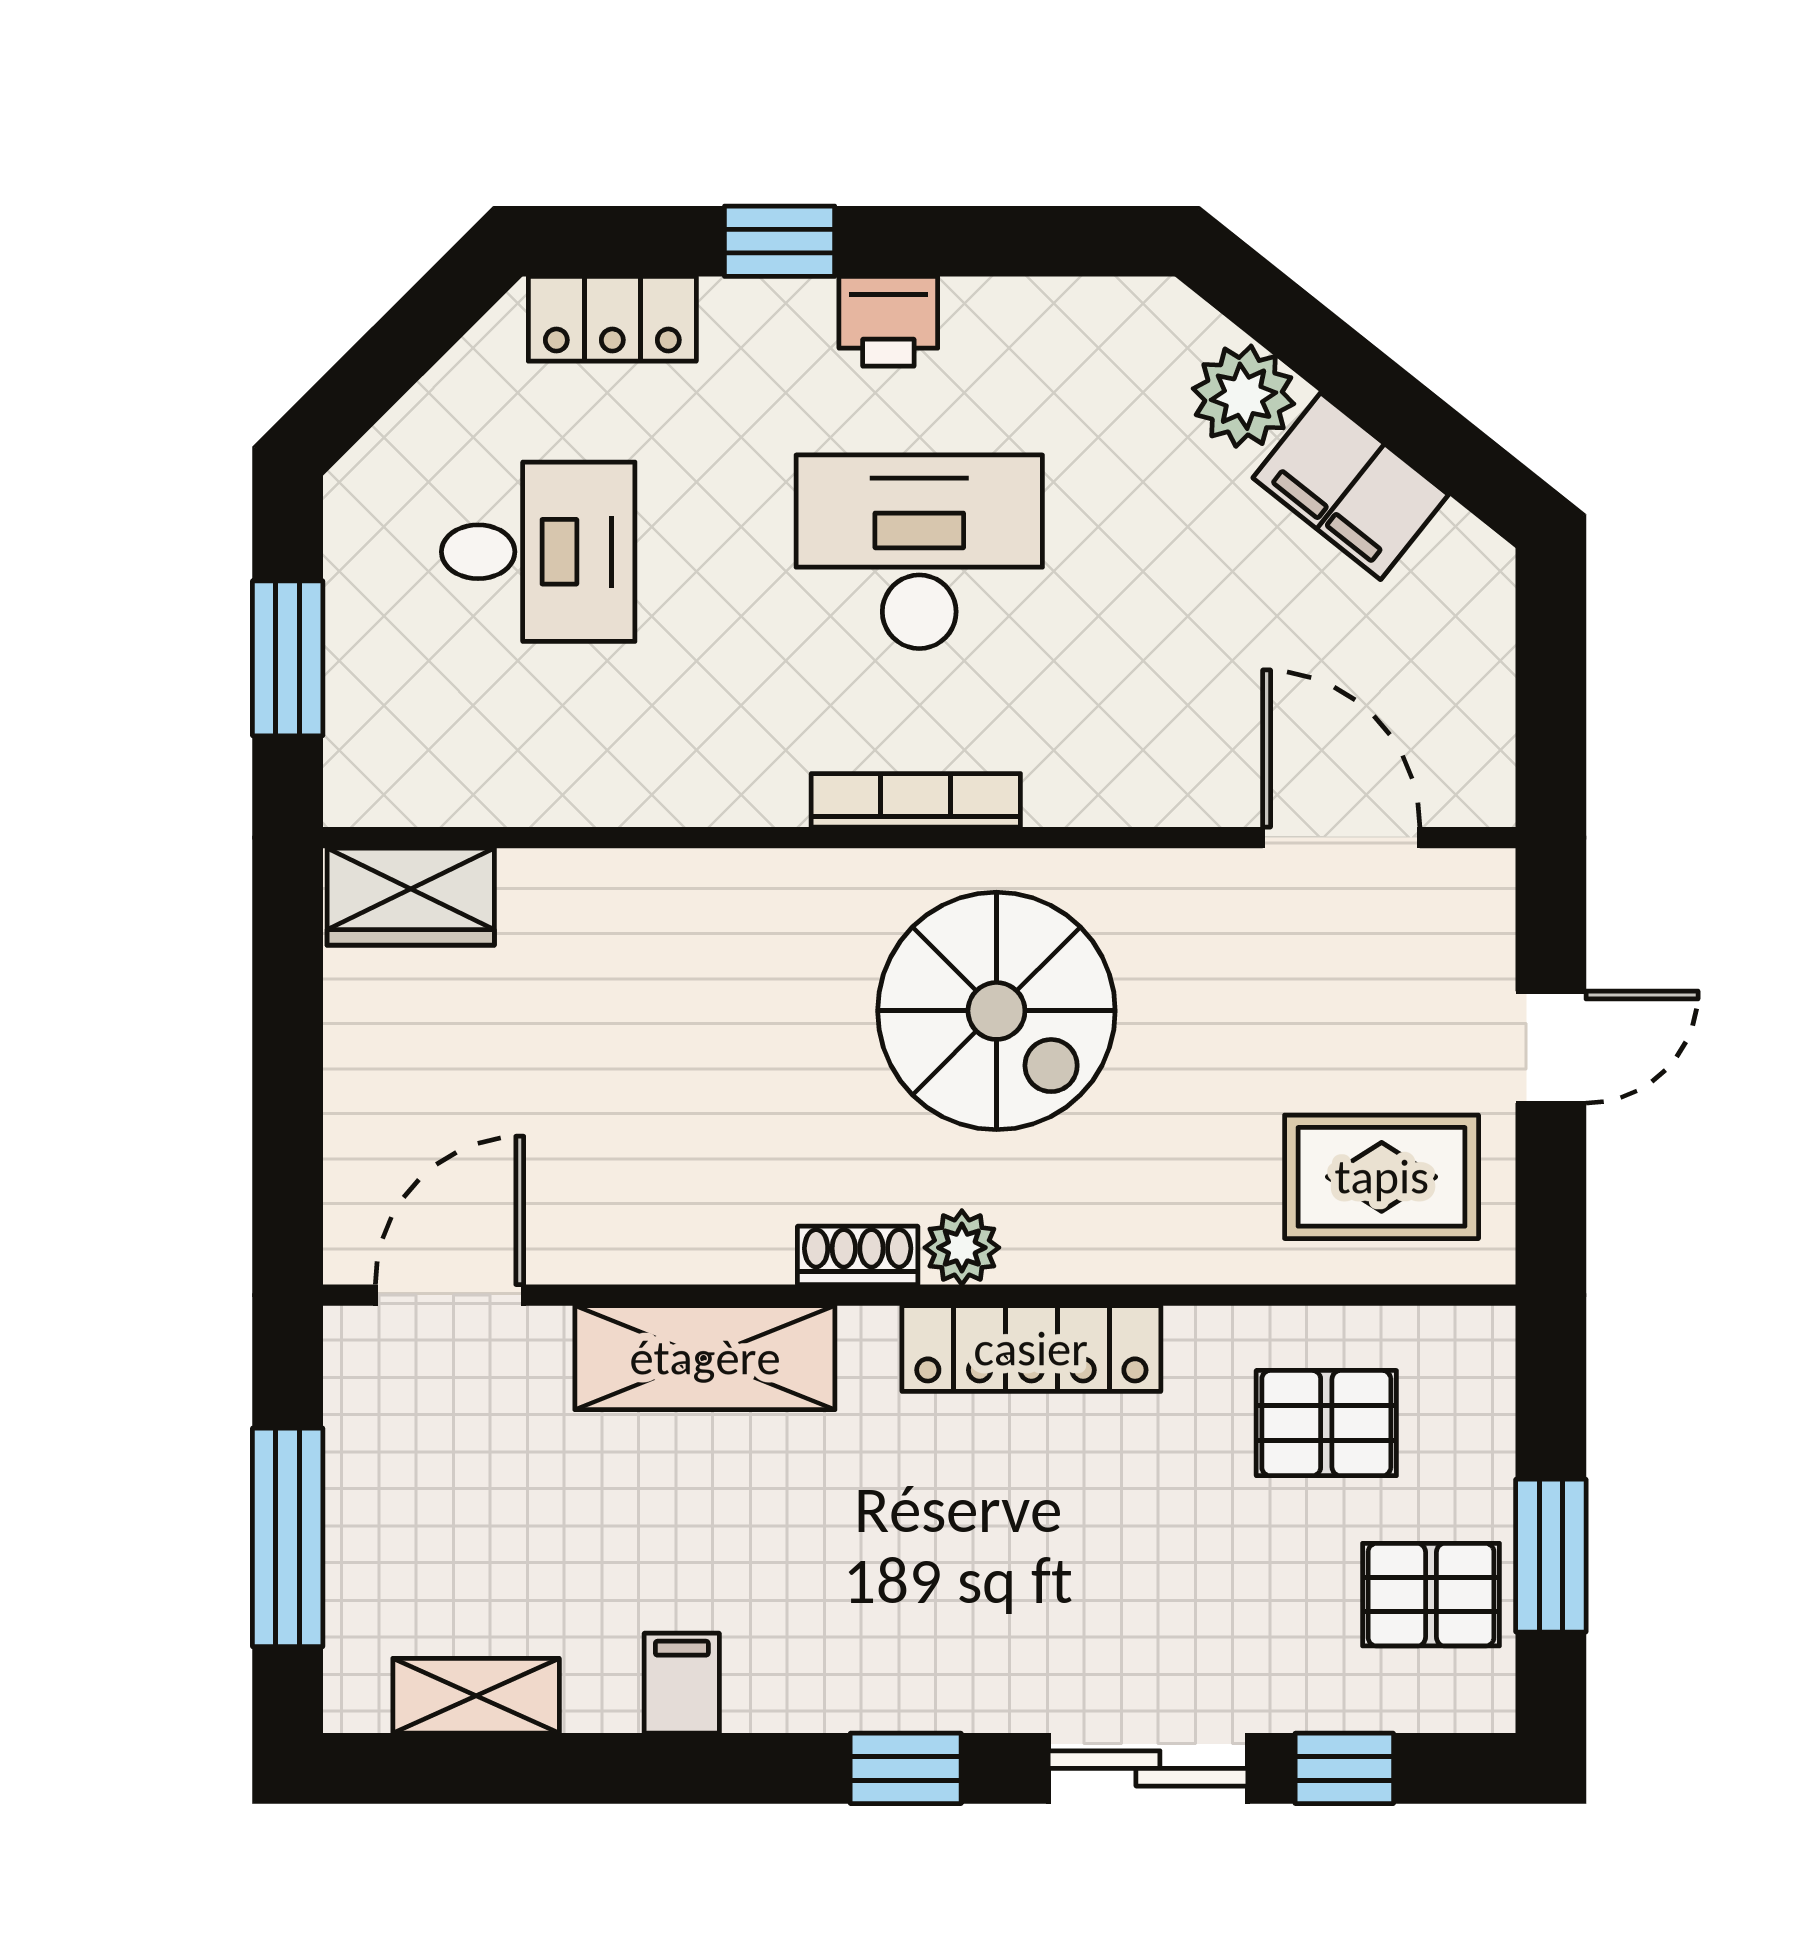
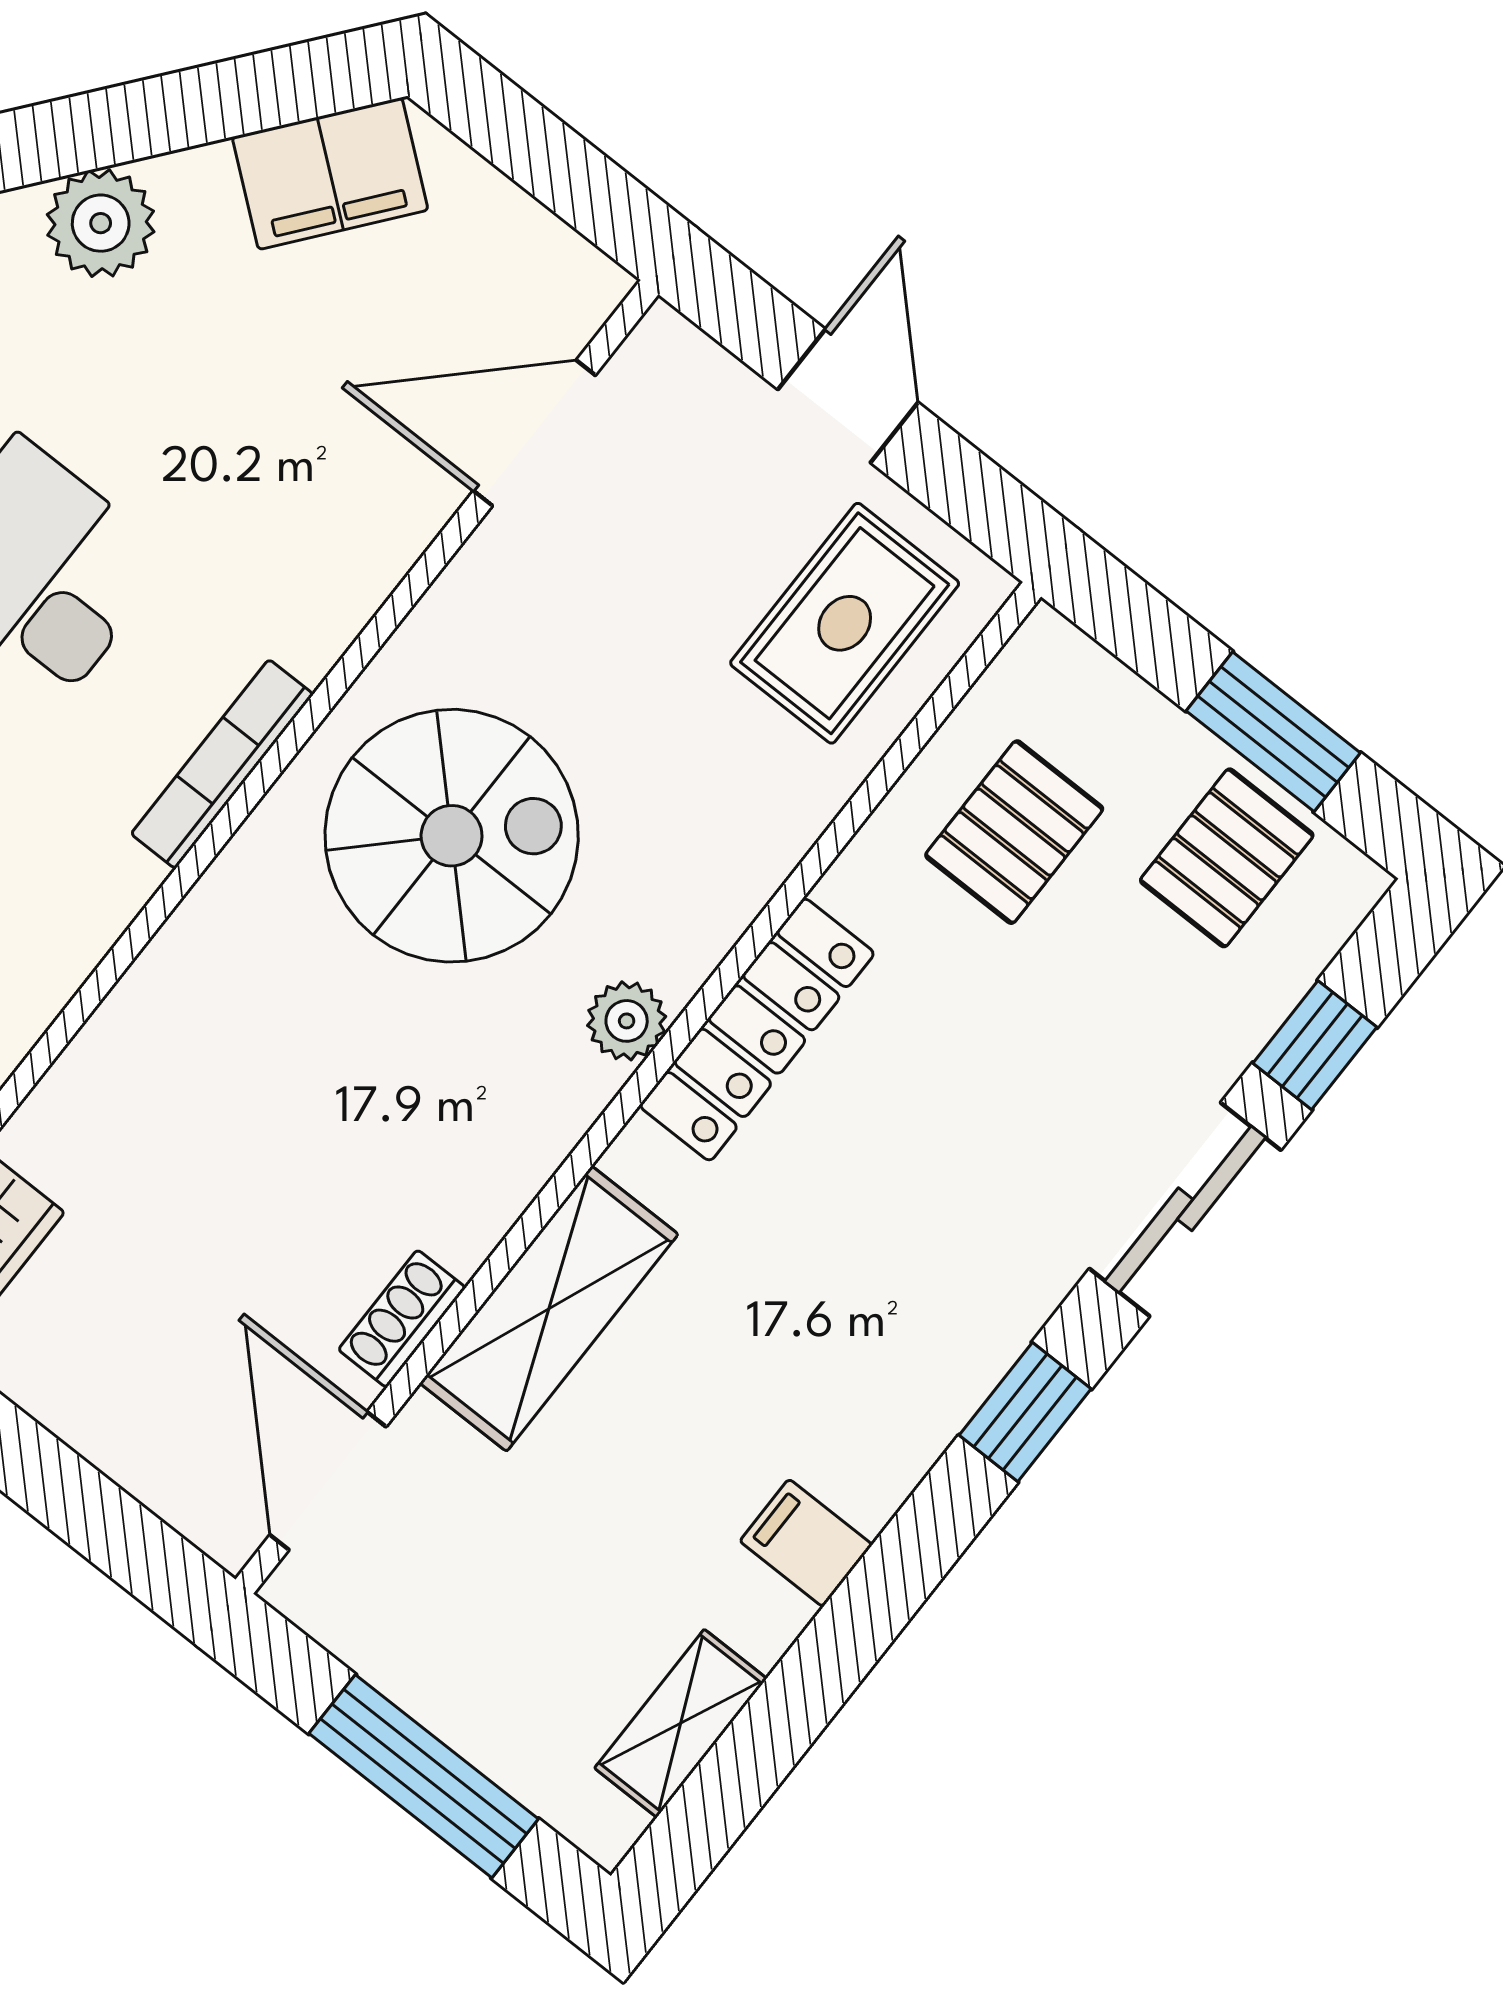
filing cabinet: (1351, 486) -> (330, 173), moved
shoe rack: (858, 1255) -> (402, 1319), moved

